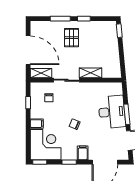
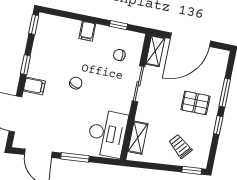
trolley: (104, 42) -> (180, 146), added
shelving: (91, 73) -> (138, 138), moved
desk: (112, 112) -> (107, 134), moved, turned -85
corner desk: (46, 145) -> (56, 37), removed

